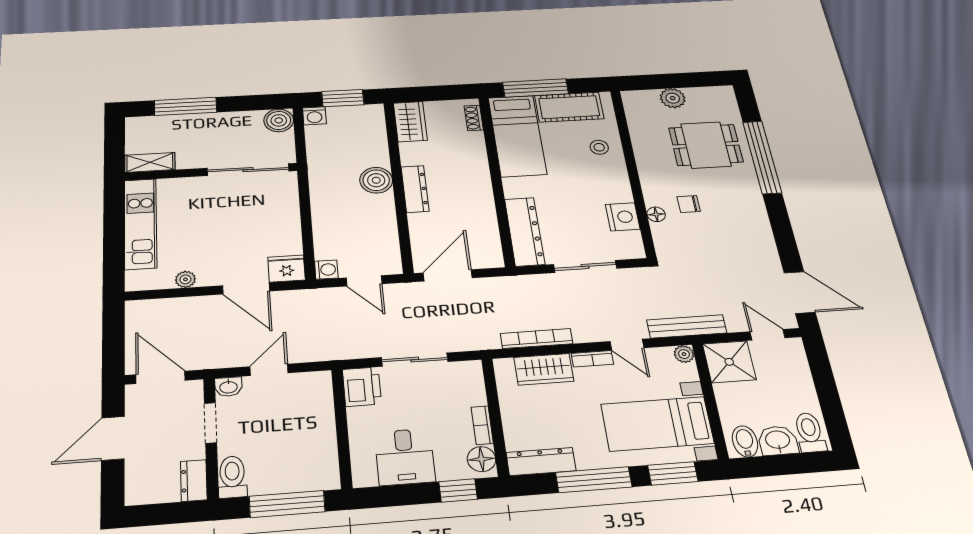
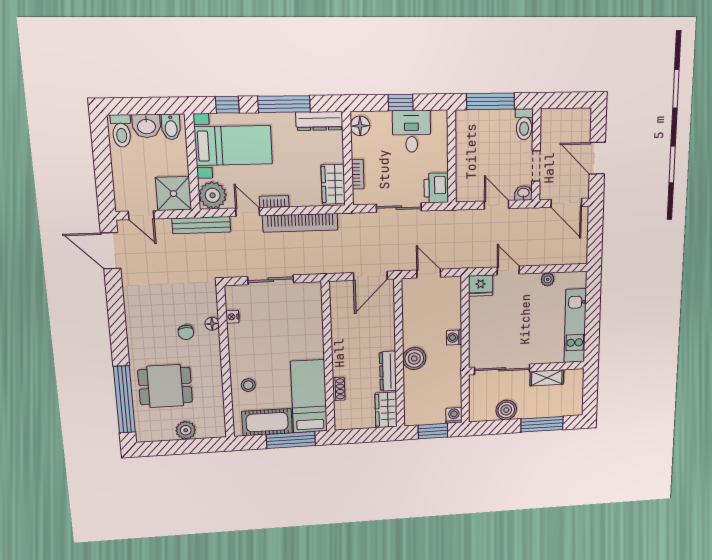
shoe rack: (474, 118) -> (339, 389), moved
boiler: (279, 120) -> (506, 410), moved
window: (762, 157) -> (124, 400), moved
shelving: (150, 162) -> (547, 378), moved
dresser: (415, 189) -> (388, 371), moved
chair: (689, 204) -> (186, 332), turned 87
nightstand: (623, 217) -> (232, 317), width x0.53, depth x0.56
dresser: (525, 232) -> (312, 311), removed
washing machine: (326, 270) -> (454, 338), moved
door: (246, 288) -> (508, 271), width x0.73
bookcase: (537, 339) -> (300, 223), width x1.48, depth x1.31
plant: (684, 354) -> (213, 195), width x1.88, depth x1.88
wardrobe: (544, 369) -> (333, 184), moved, turned -90
door: (269, 370) -> (497, 205), swing flipped
bookcase: (482, 425) -> (358, 174), moved
door: (113, 438) -> (597, 158), swing flipped
window: (673, 473) -> (227, 105), width x0.67
dresser: (194, 480) -> (548, 123), removed
window: (458, 490) -> (401, 102), moved

